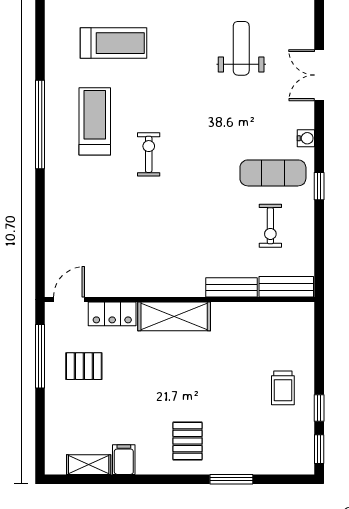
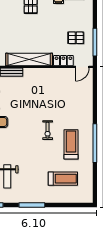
treadmill: (114, 43) -> (63, 179), turned 180
treadmill: (95, 121) -> (71, 144), turned 180
shelving: (174, 316) -> (29, 60), width x1.47

